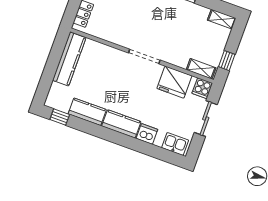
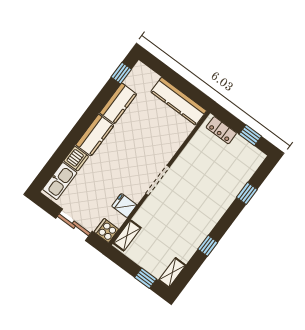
window: (227, 61) -> (146, 278), moved
fridge: (174, 82) -> (124, 206), width x0.53, depth x0.75
kitchen sink: (175, 144) -> (60, 181), width x1.38

